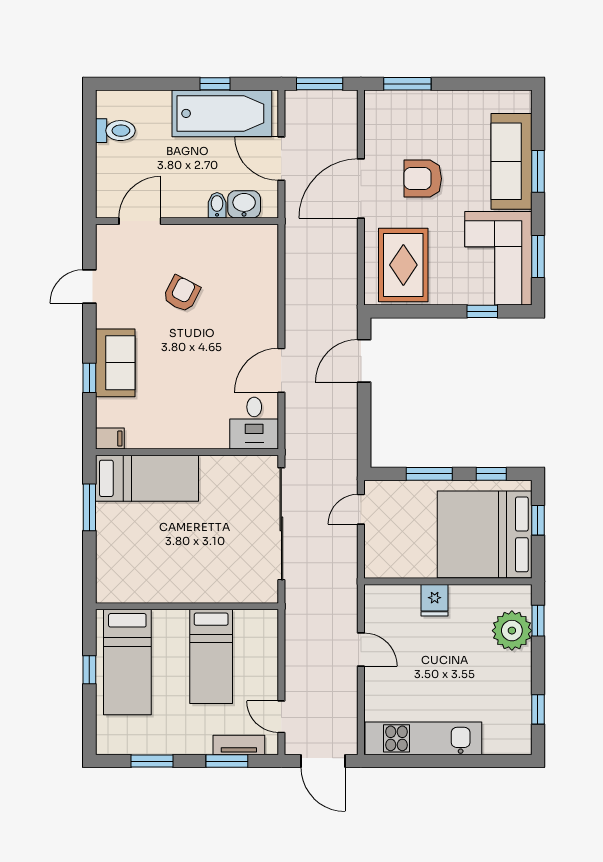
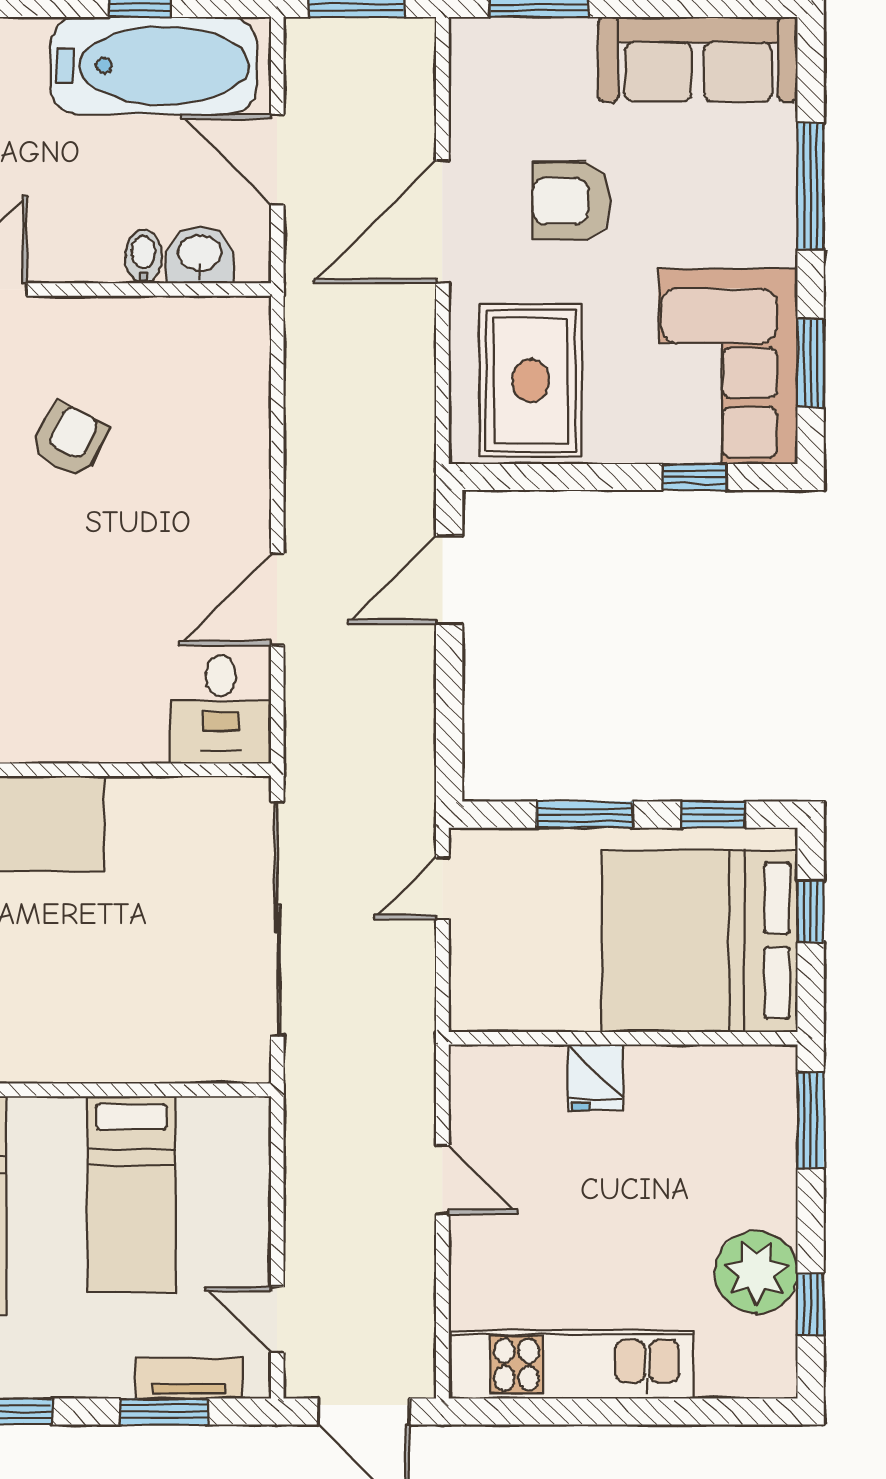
sofa: (511, 161) -> (698, 59), moved, turned -90
window: (538, 171) -> (811, 186), width x1.44
window: (538, 621) -> (811, 1120), width x1.50
plant: (512, 631) -> (756, 1272), moved

